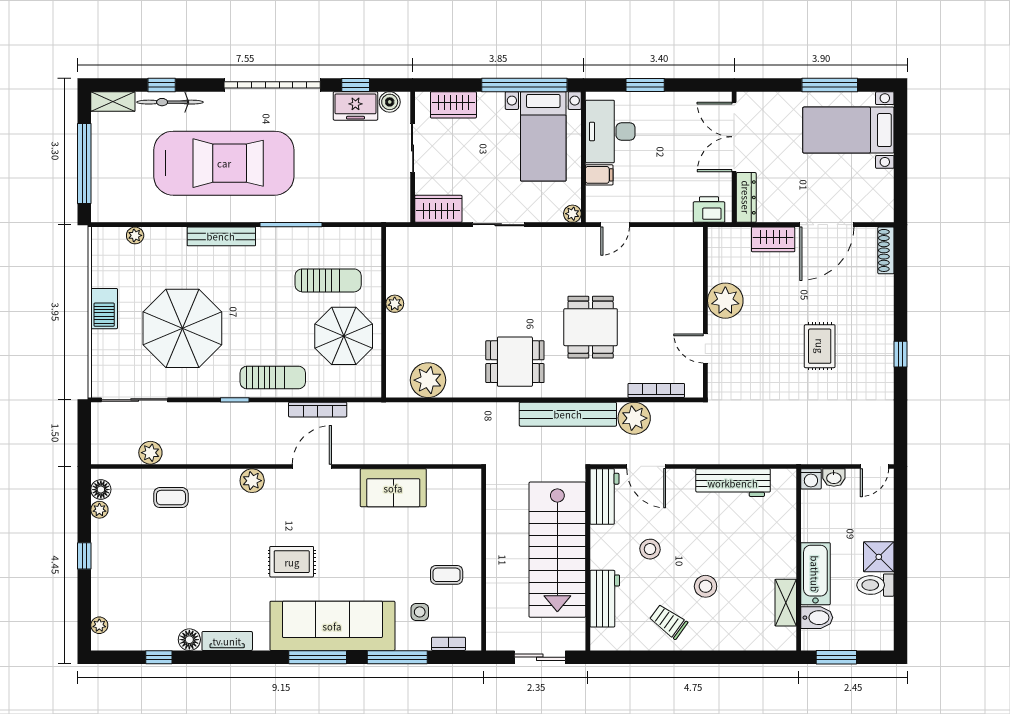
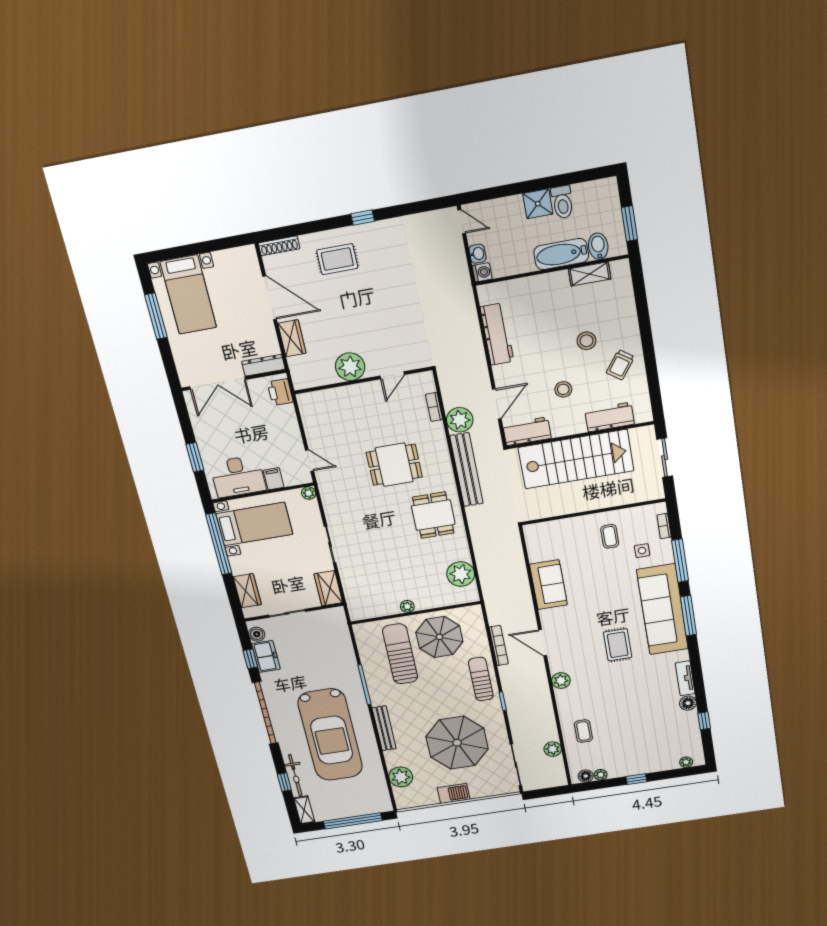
car: (224, 163) -> (330, 735), turned 180
plant: (135, 235) -> (401, 777), width x1.88, depth x1.88
sun lounger: (328, 280) -> (400, 654), width x1.36, depth x1.34
rug: (820, 346) -> (337, 259), moved
bookcase: (656, 390) -> (434, 407), width x0.64

